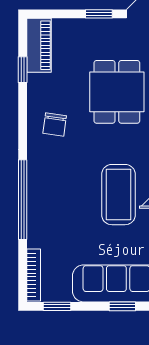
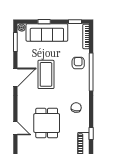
armchair: (50, 219) -> (78, 63), added

